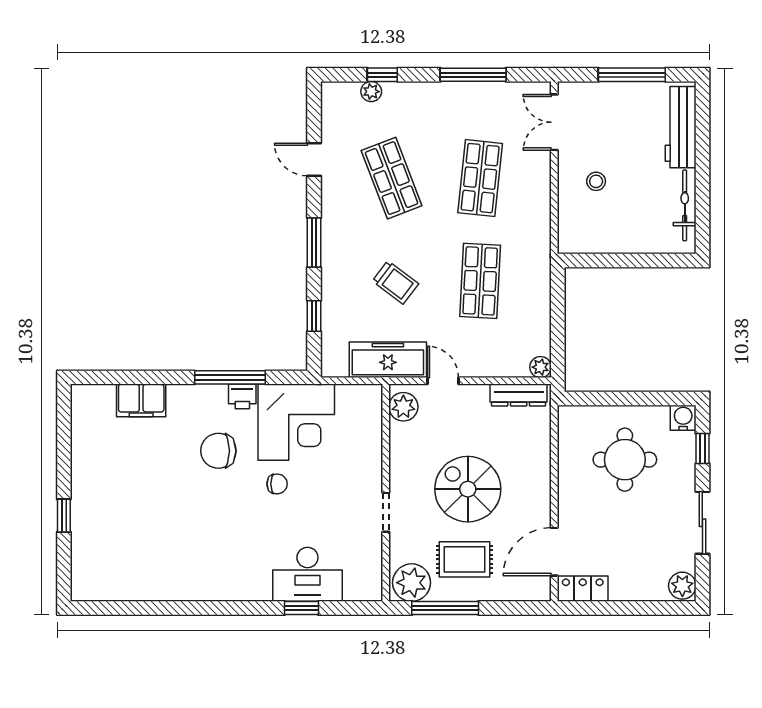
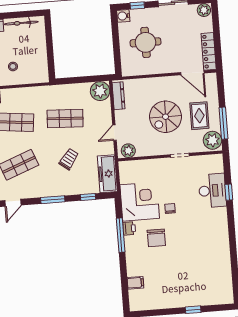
freezer: (388, 360) -> (107, 174), moved
plant: (540, 367) -> (100, 91), width x1.88, depth x1.88
filing cabinet: (141, 400) -> (135, 283), width x0.50
locker: (583, 589) -> (209, 51), width x1.53

